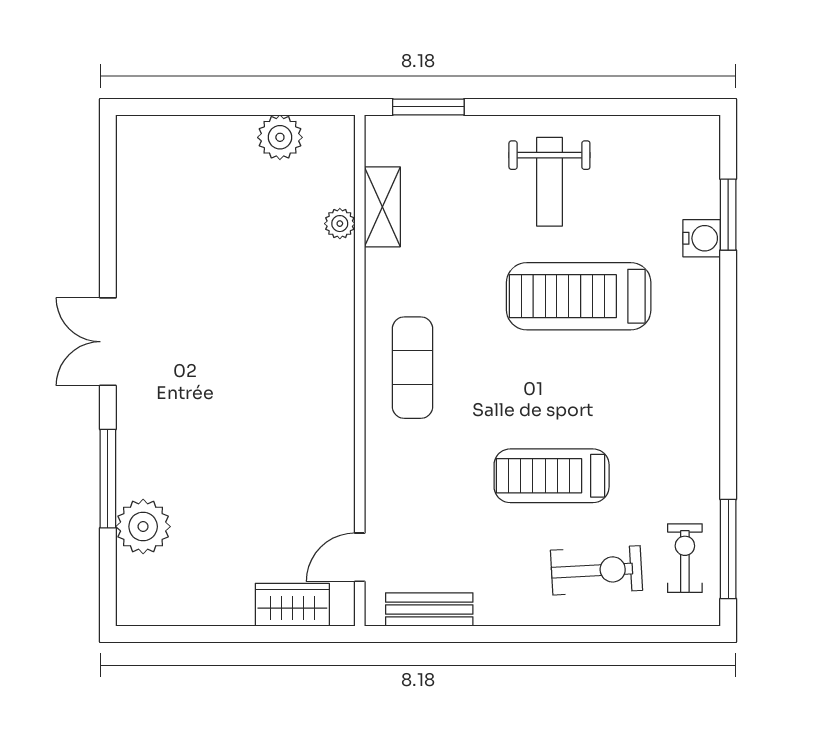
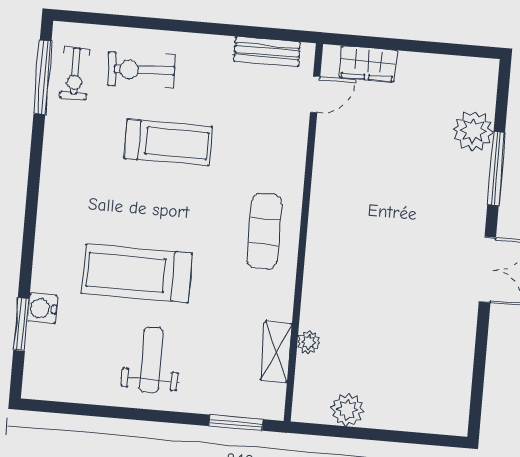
treadmill: (579, 296) -> (137, 273), turned 180

